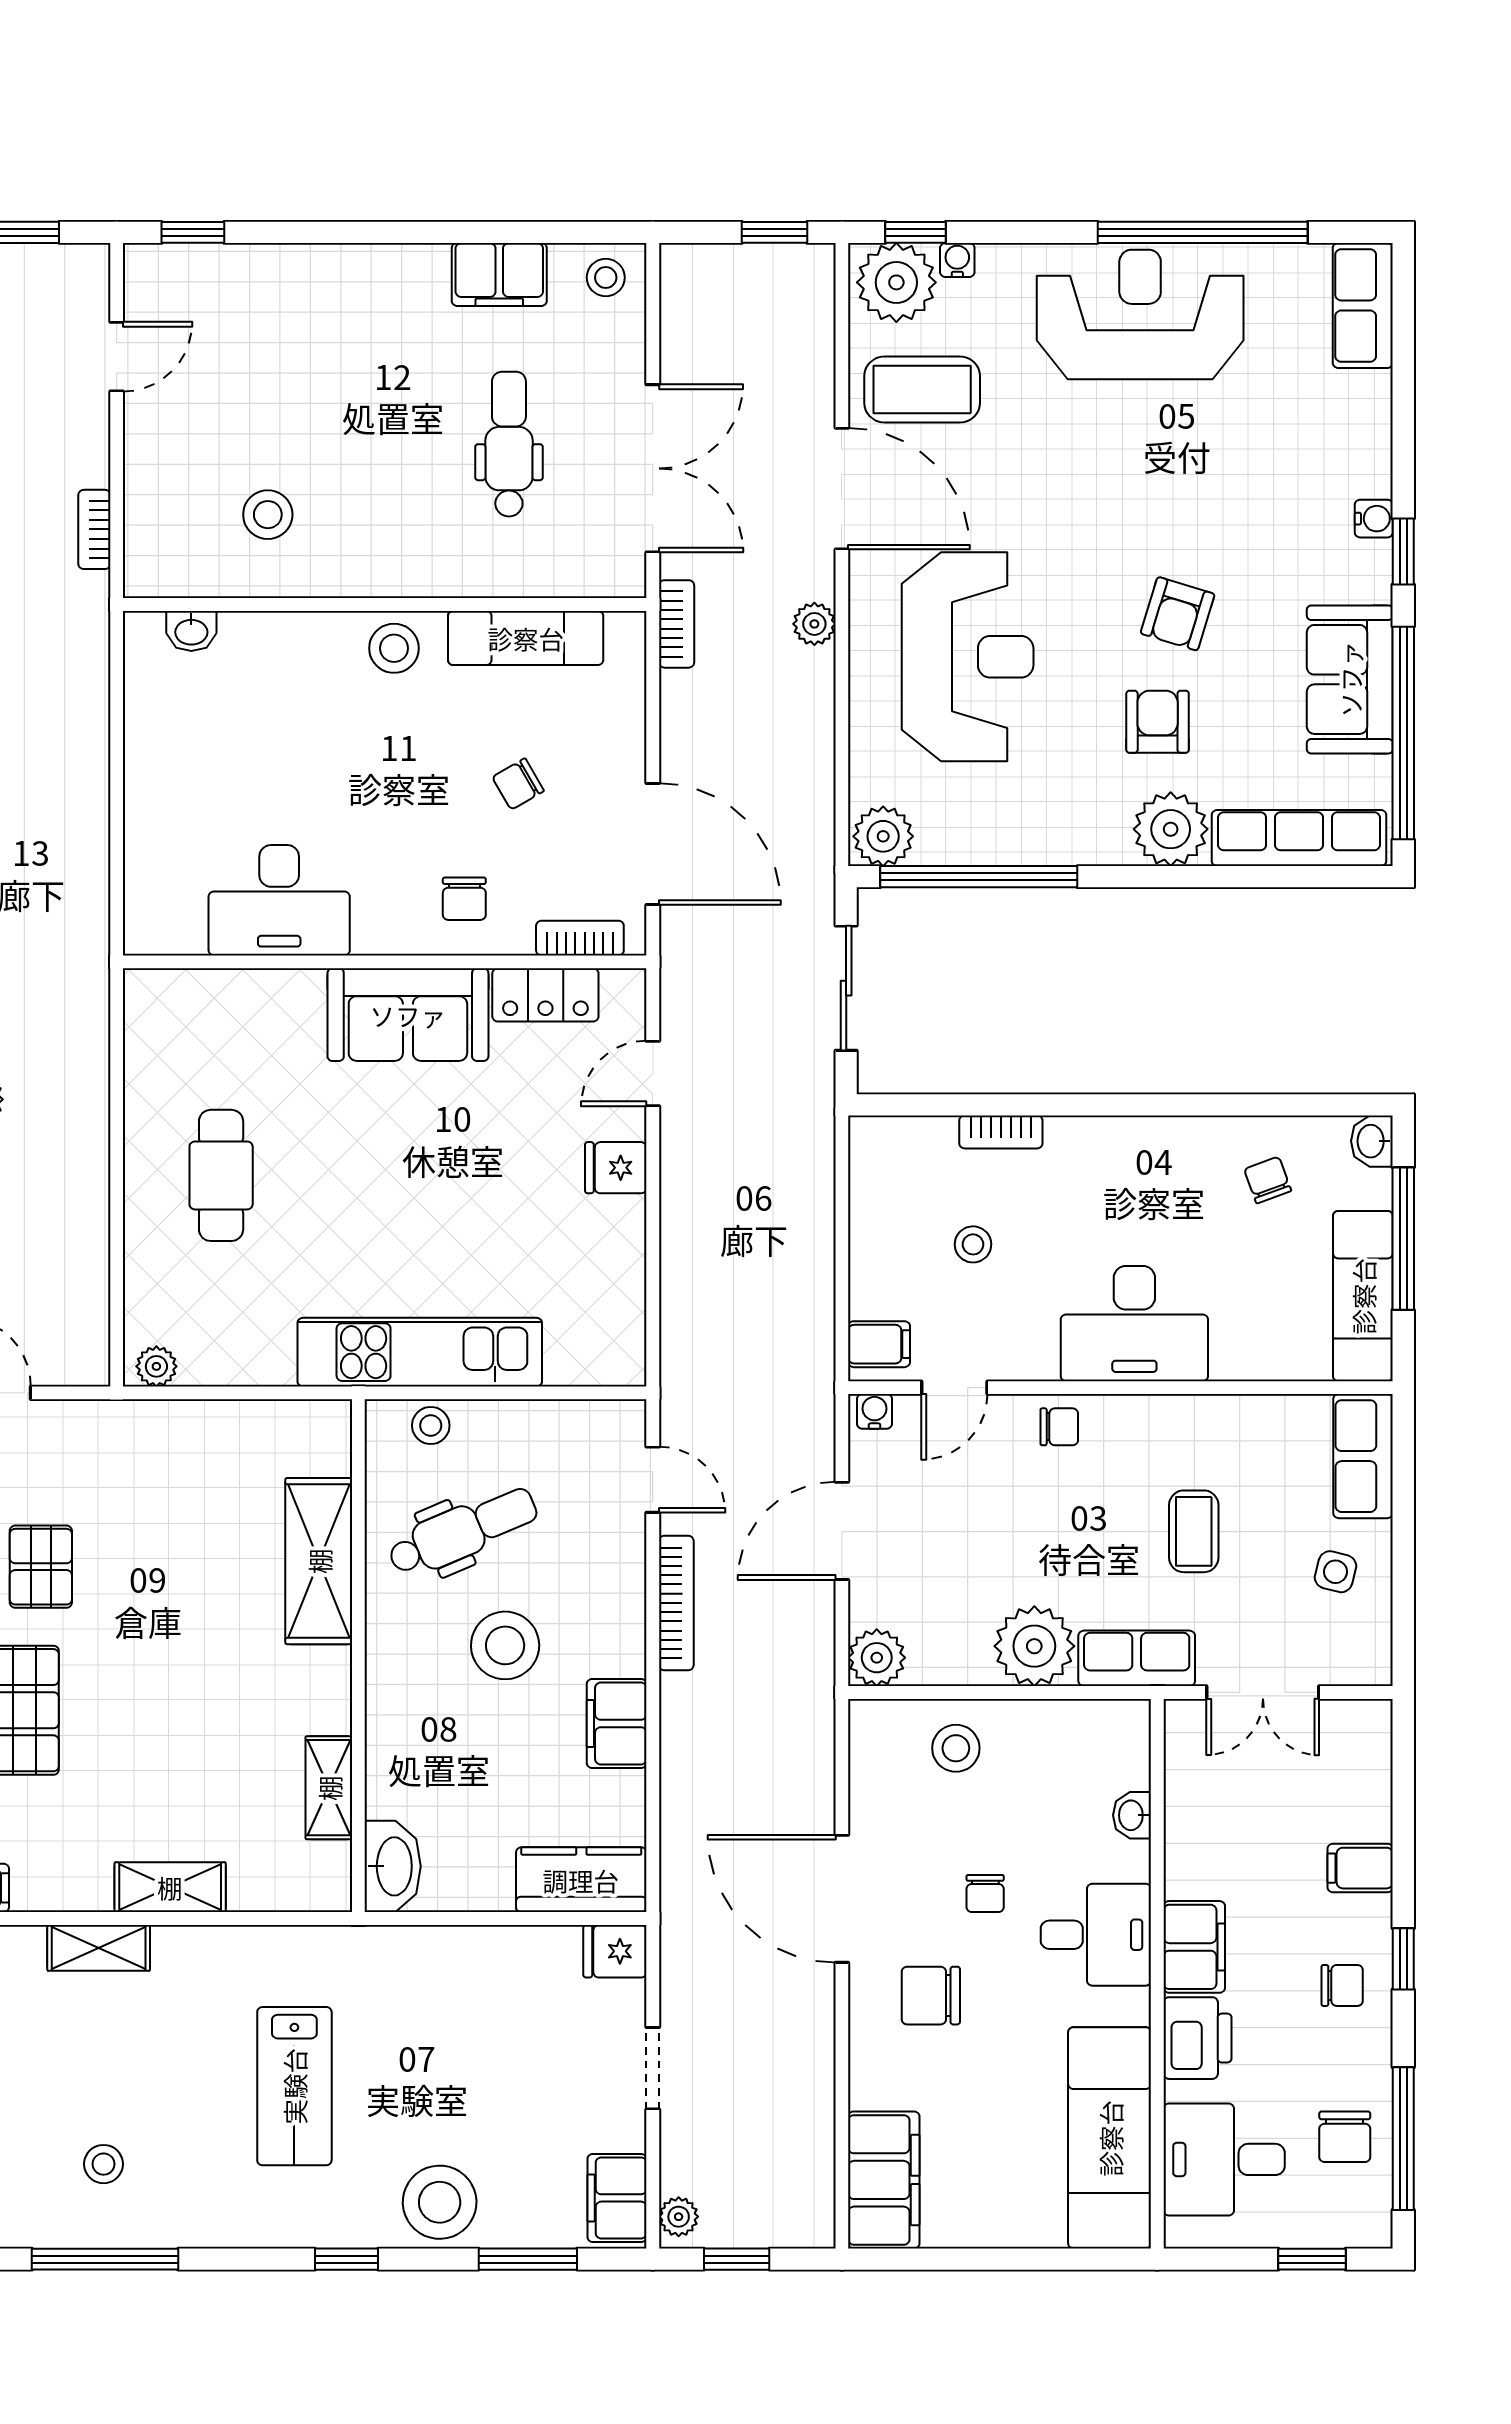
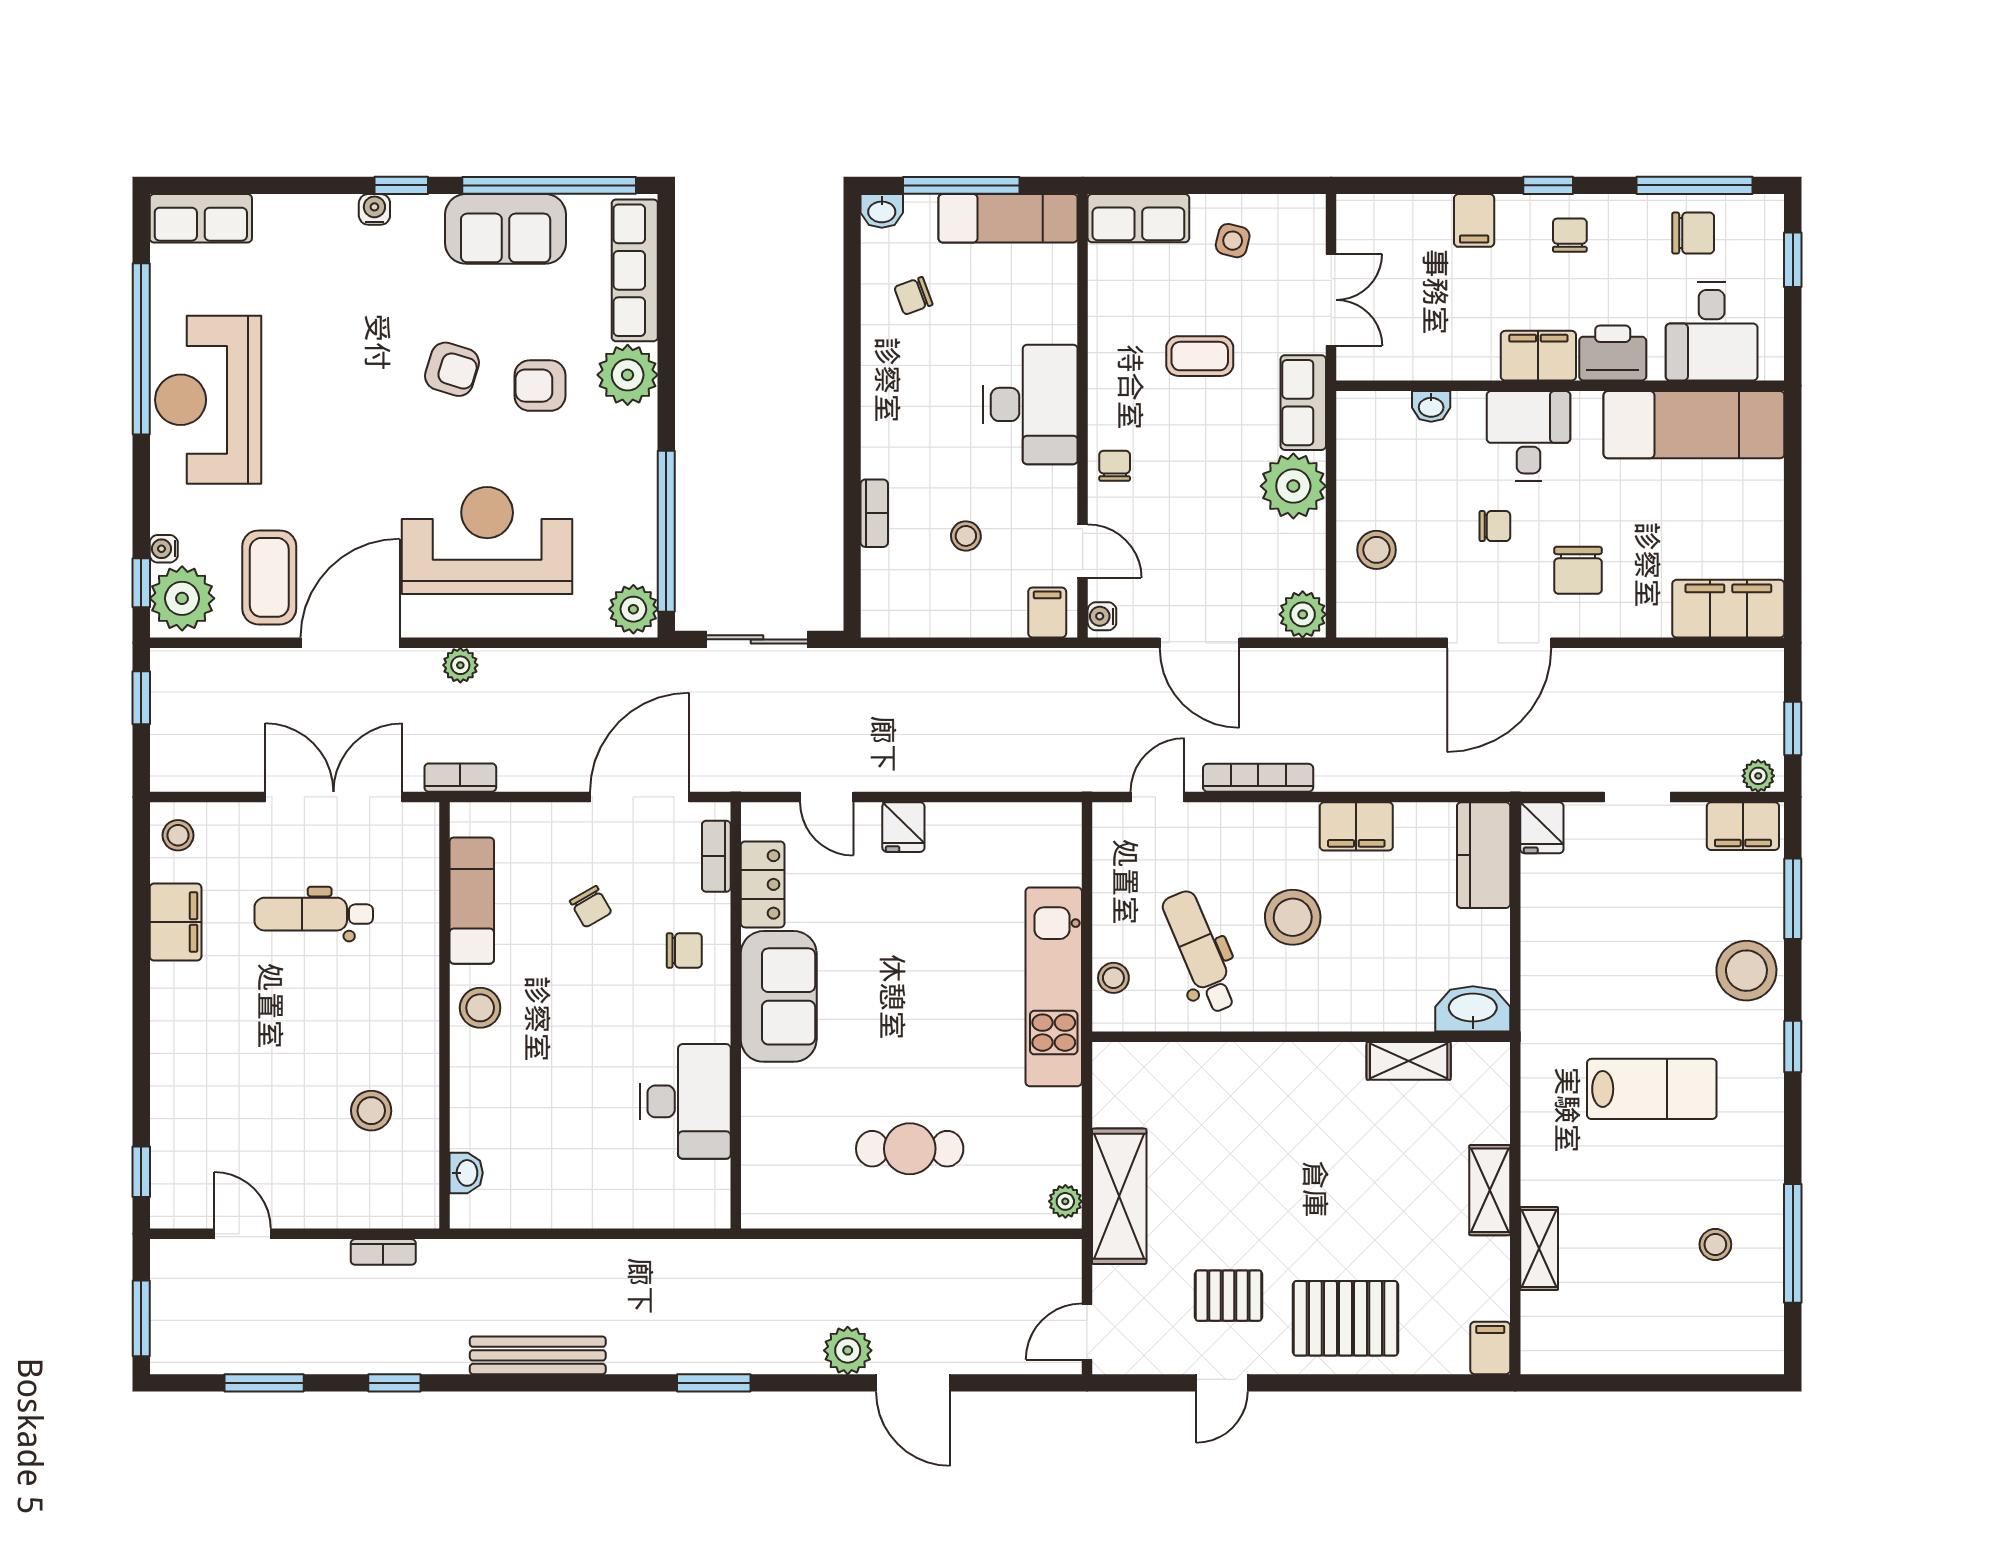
shelving: (319, 1561) -> (1119, 1196), moved, turned 90

